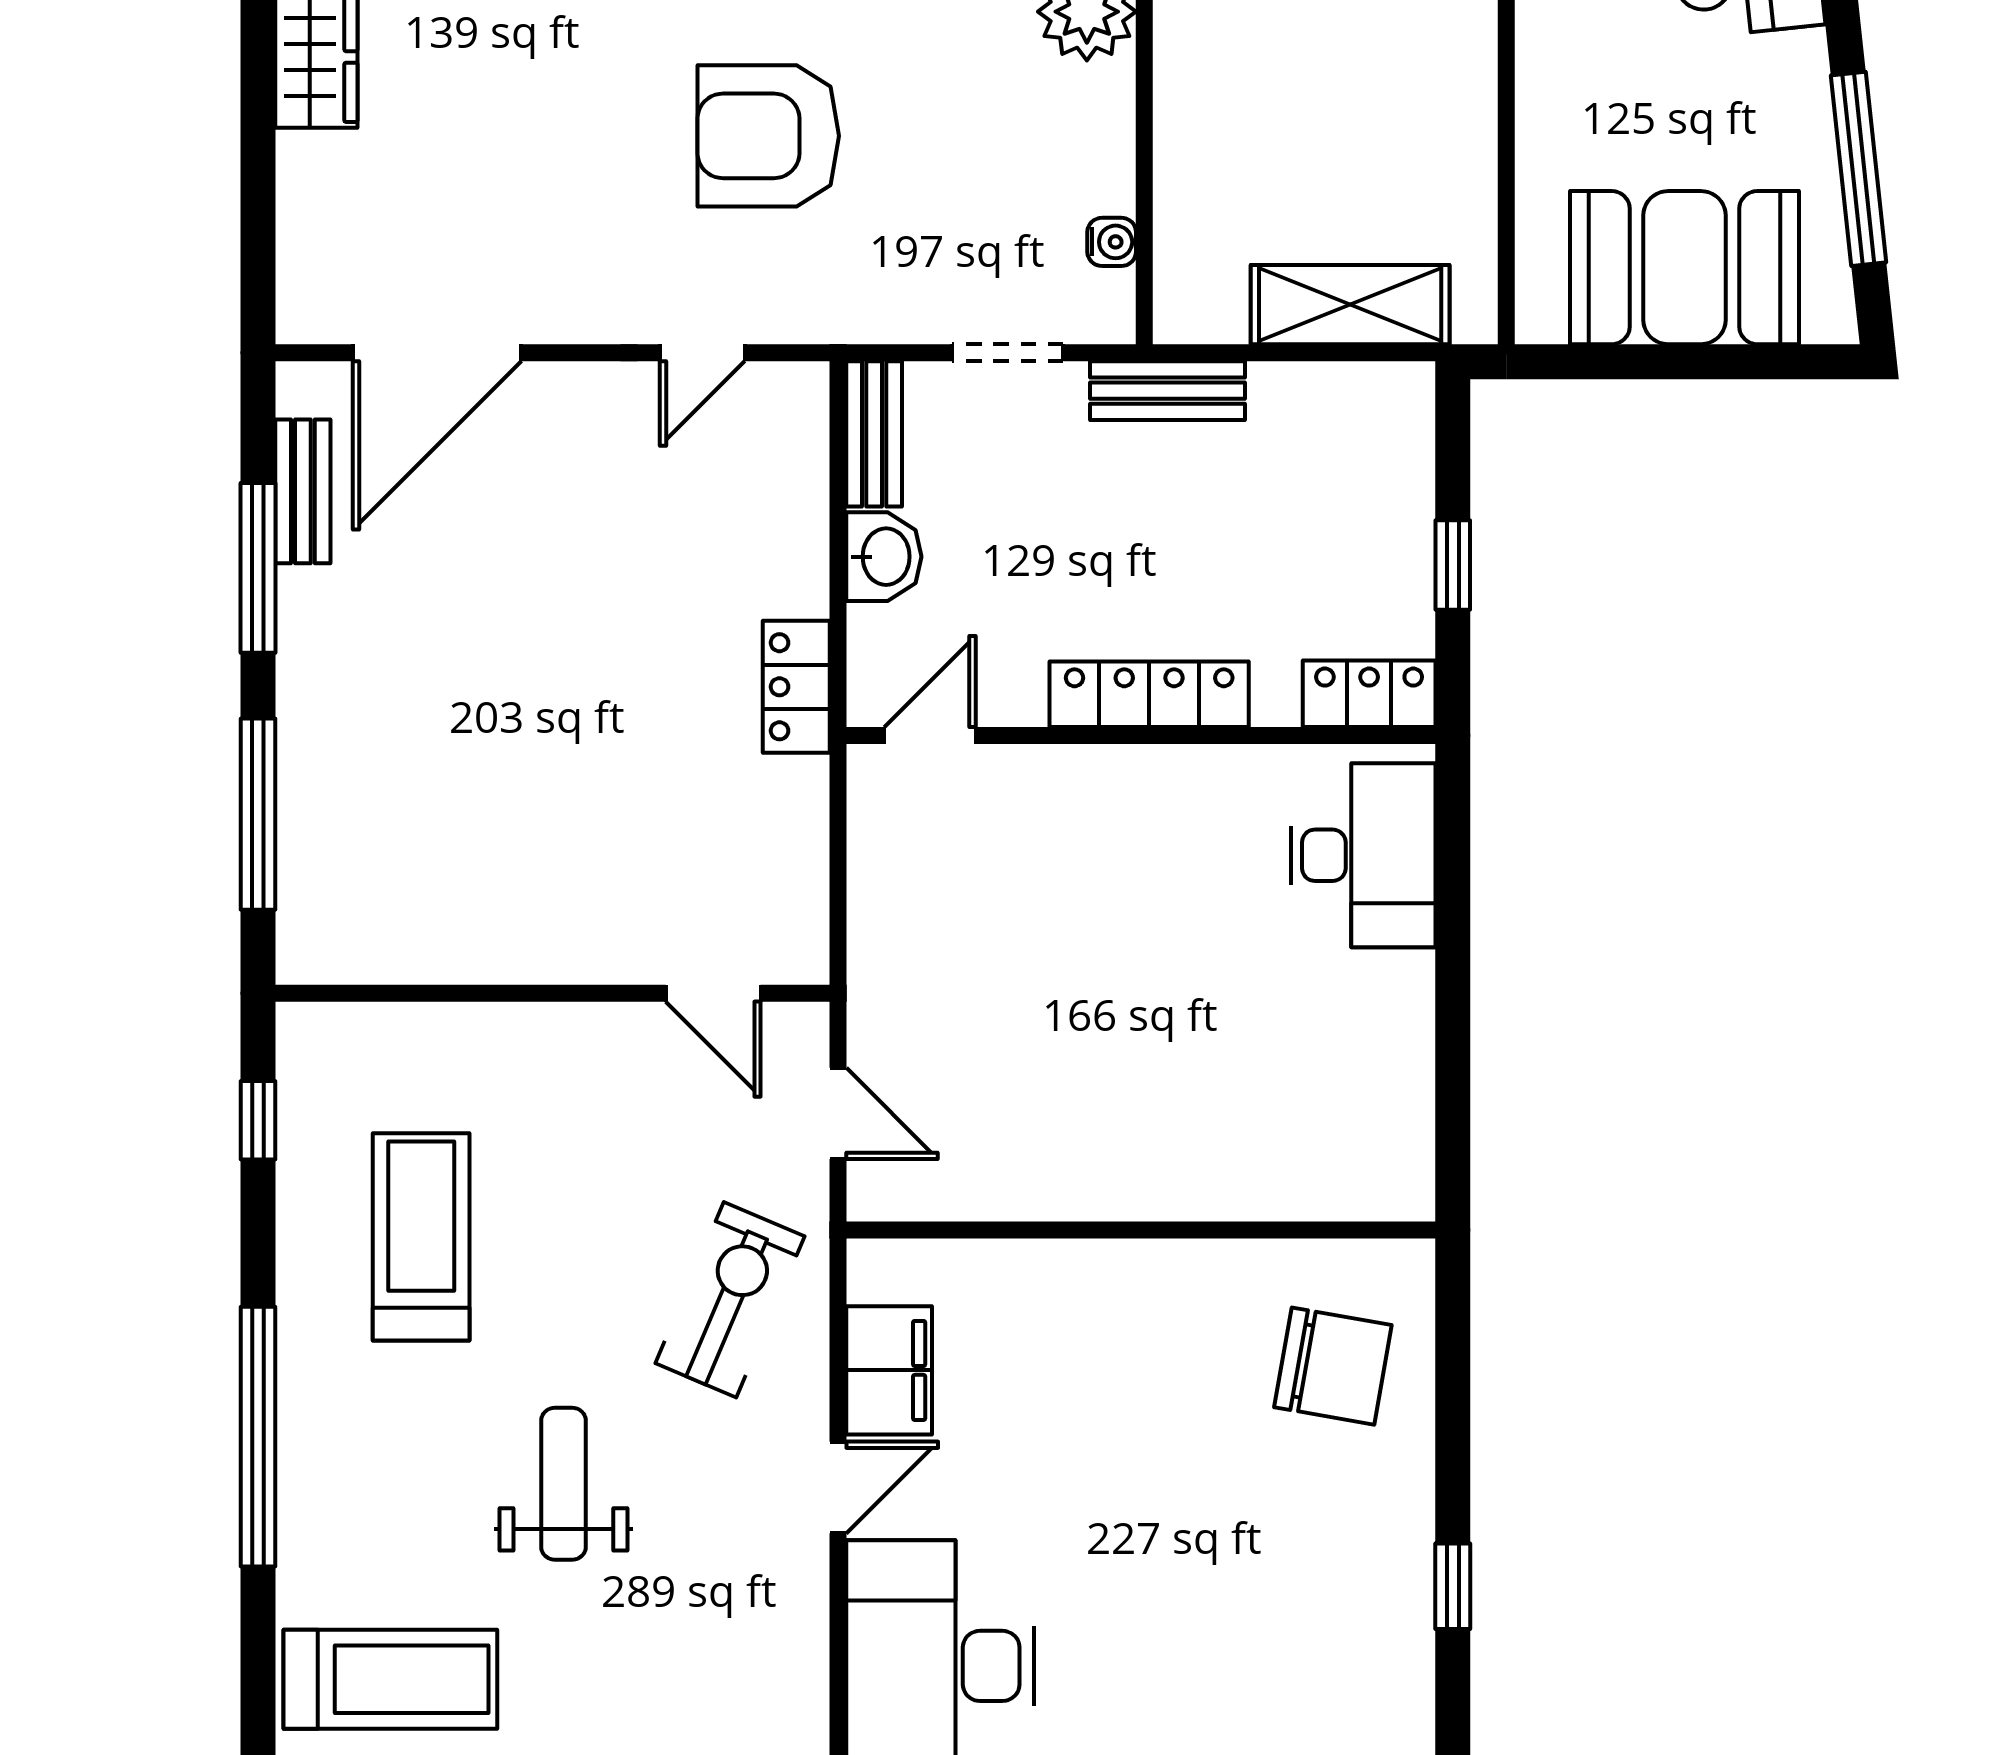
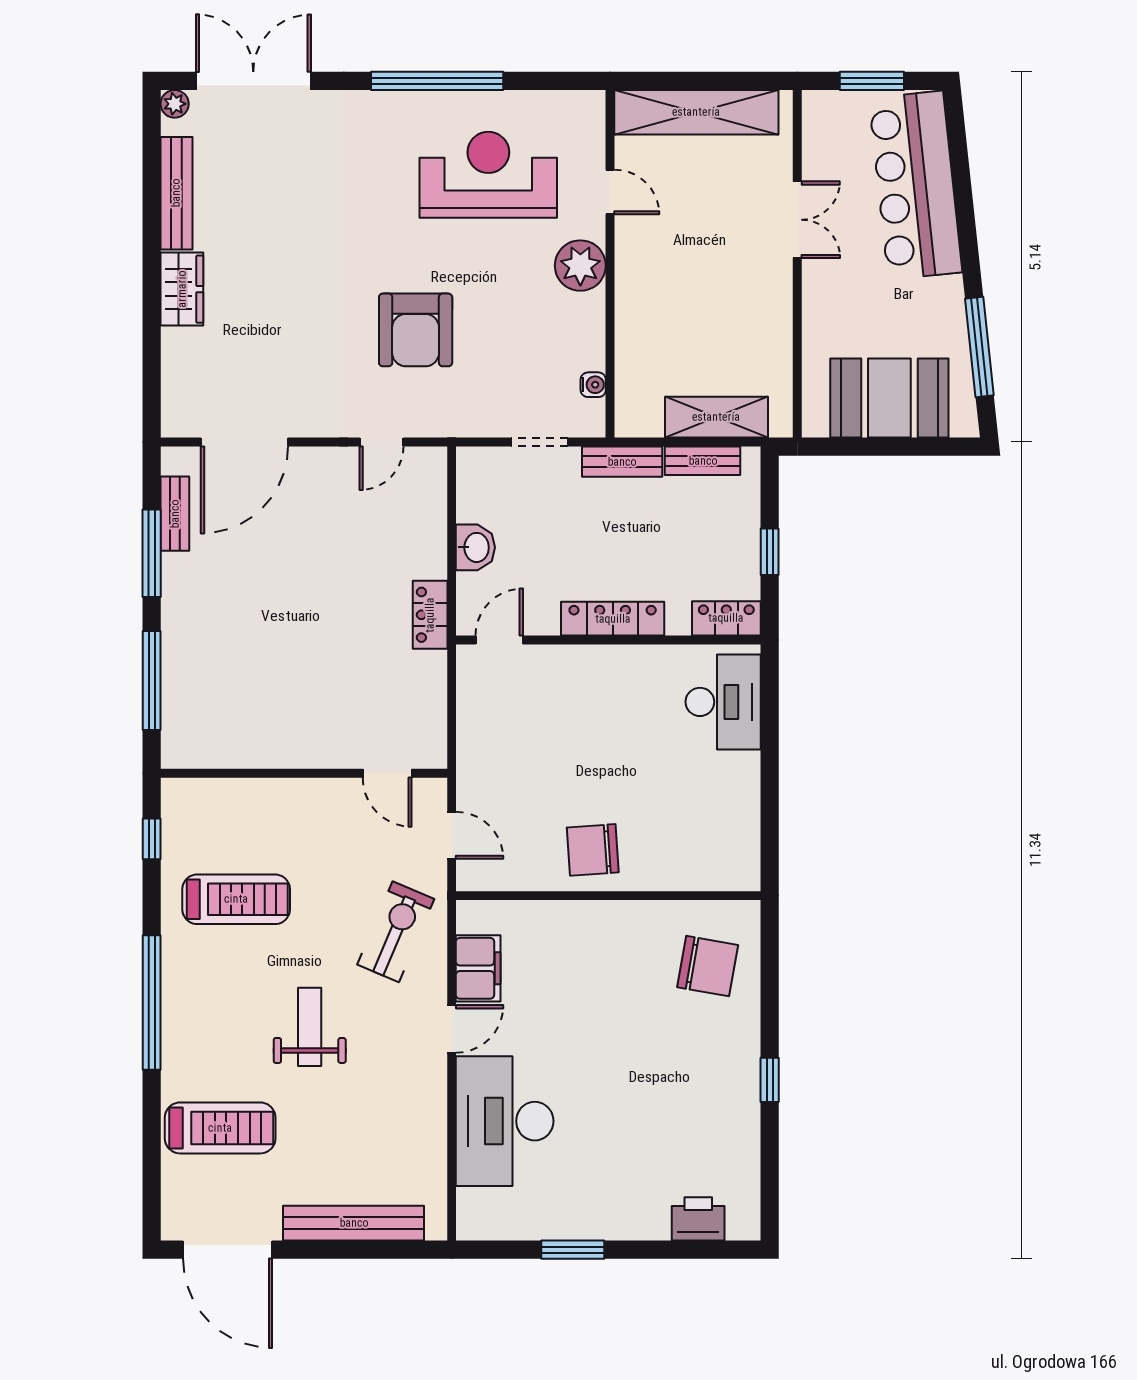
armchair: (768, 136) -> (416, 330), turned -90
bench: (874, 434) -> (703, 461), moved, turned 90
chair: (1111, 1141) -> (593, 850), added
treadmill: (421, 1237) -> (236, 899), turned 90

